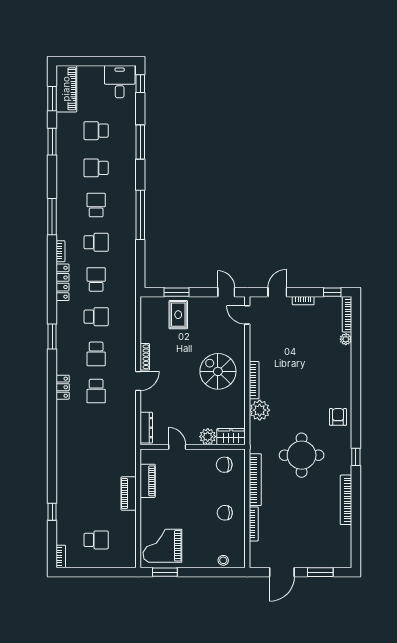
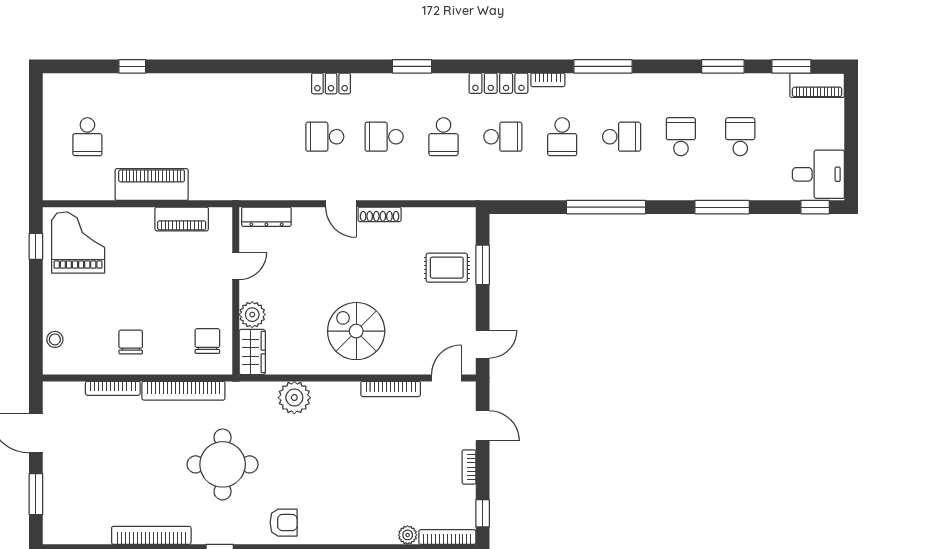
piano: (66, 89) -> (817, 85), width x0.73, depth x0.75
spiral stairs: (218, 371) -> (356, 331), turned -90
bookcase: (254, 380) -> (391, 389), moved
piano: (129, 494) -> (152, 184), width x1.37, depth x1.33
bookcase: (61, 556) -> (61, 80), removed
window: (165, 572) -> (36, 246), width x0.67

